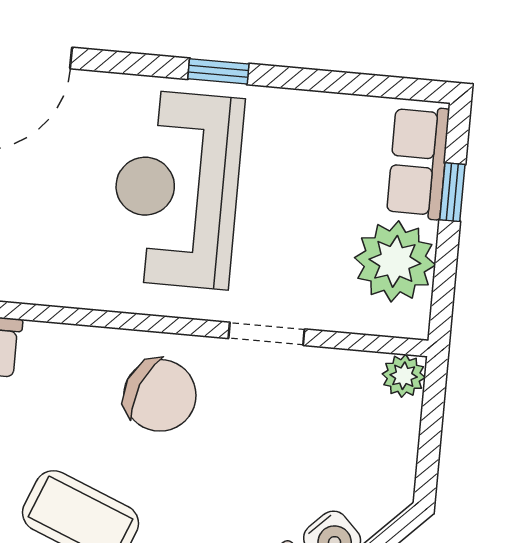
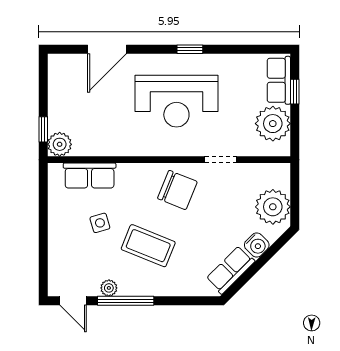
reception desk: (177, 189) -> (176, 101), turned -90
plant: (404, 376) -> (273, 207), moved, width x1.87, depth x1.87

